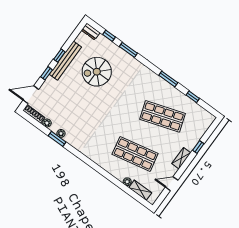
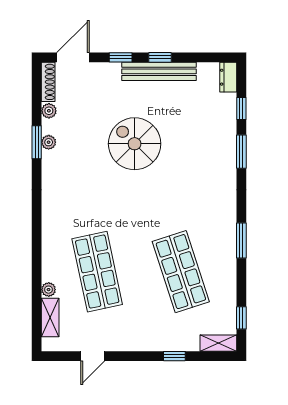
spiral stairs: (97, 72) -> (135, 144), moved
door: (31, 95) -> (73, 57), hinge flipped
window: (193, 97) -> (241, 318), moved
shelving: (181, 158) -> (218, 343), moved
door: (172, 184) -> (93, 356), swing flipped

